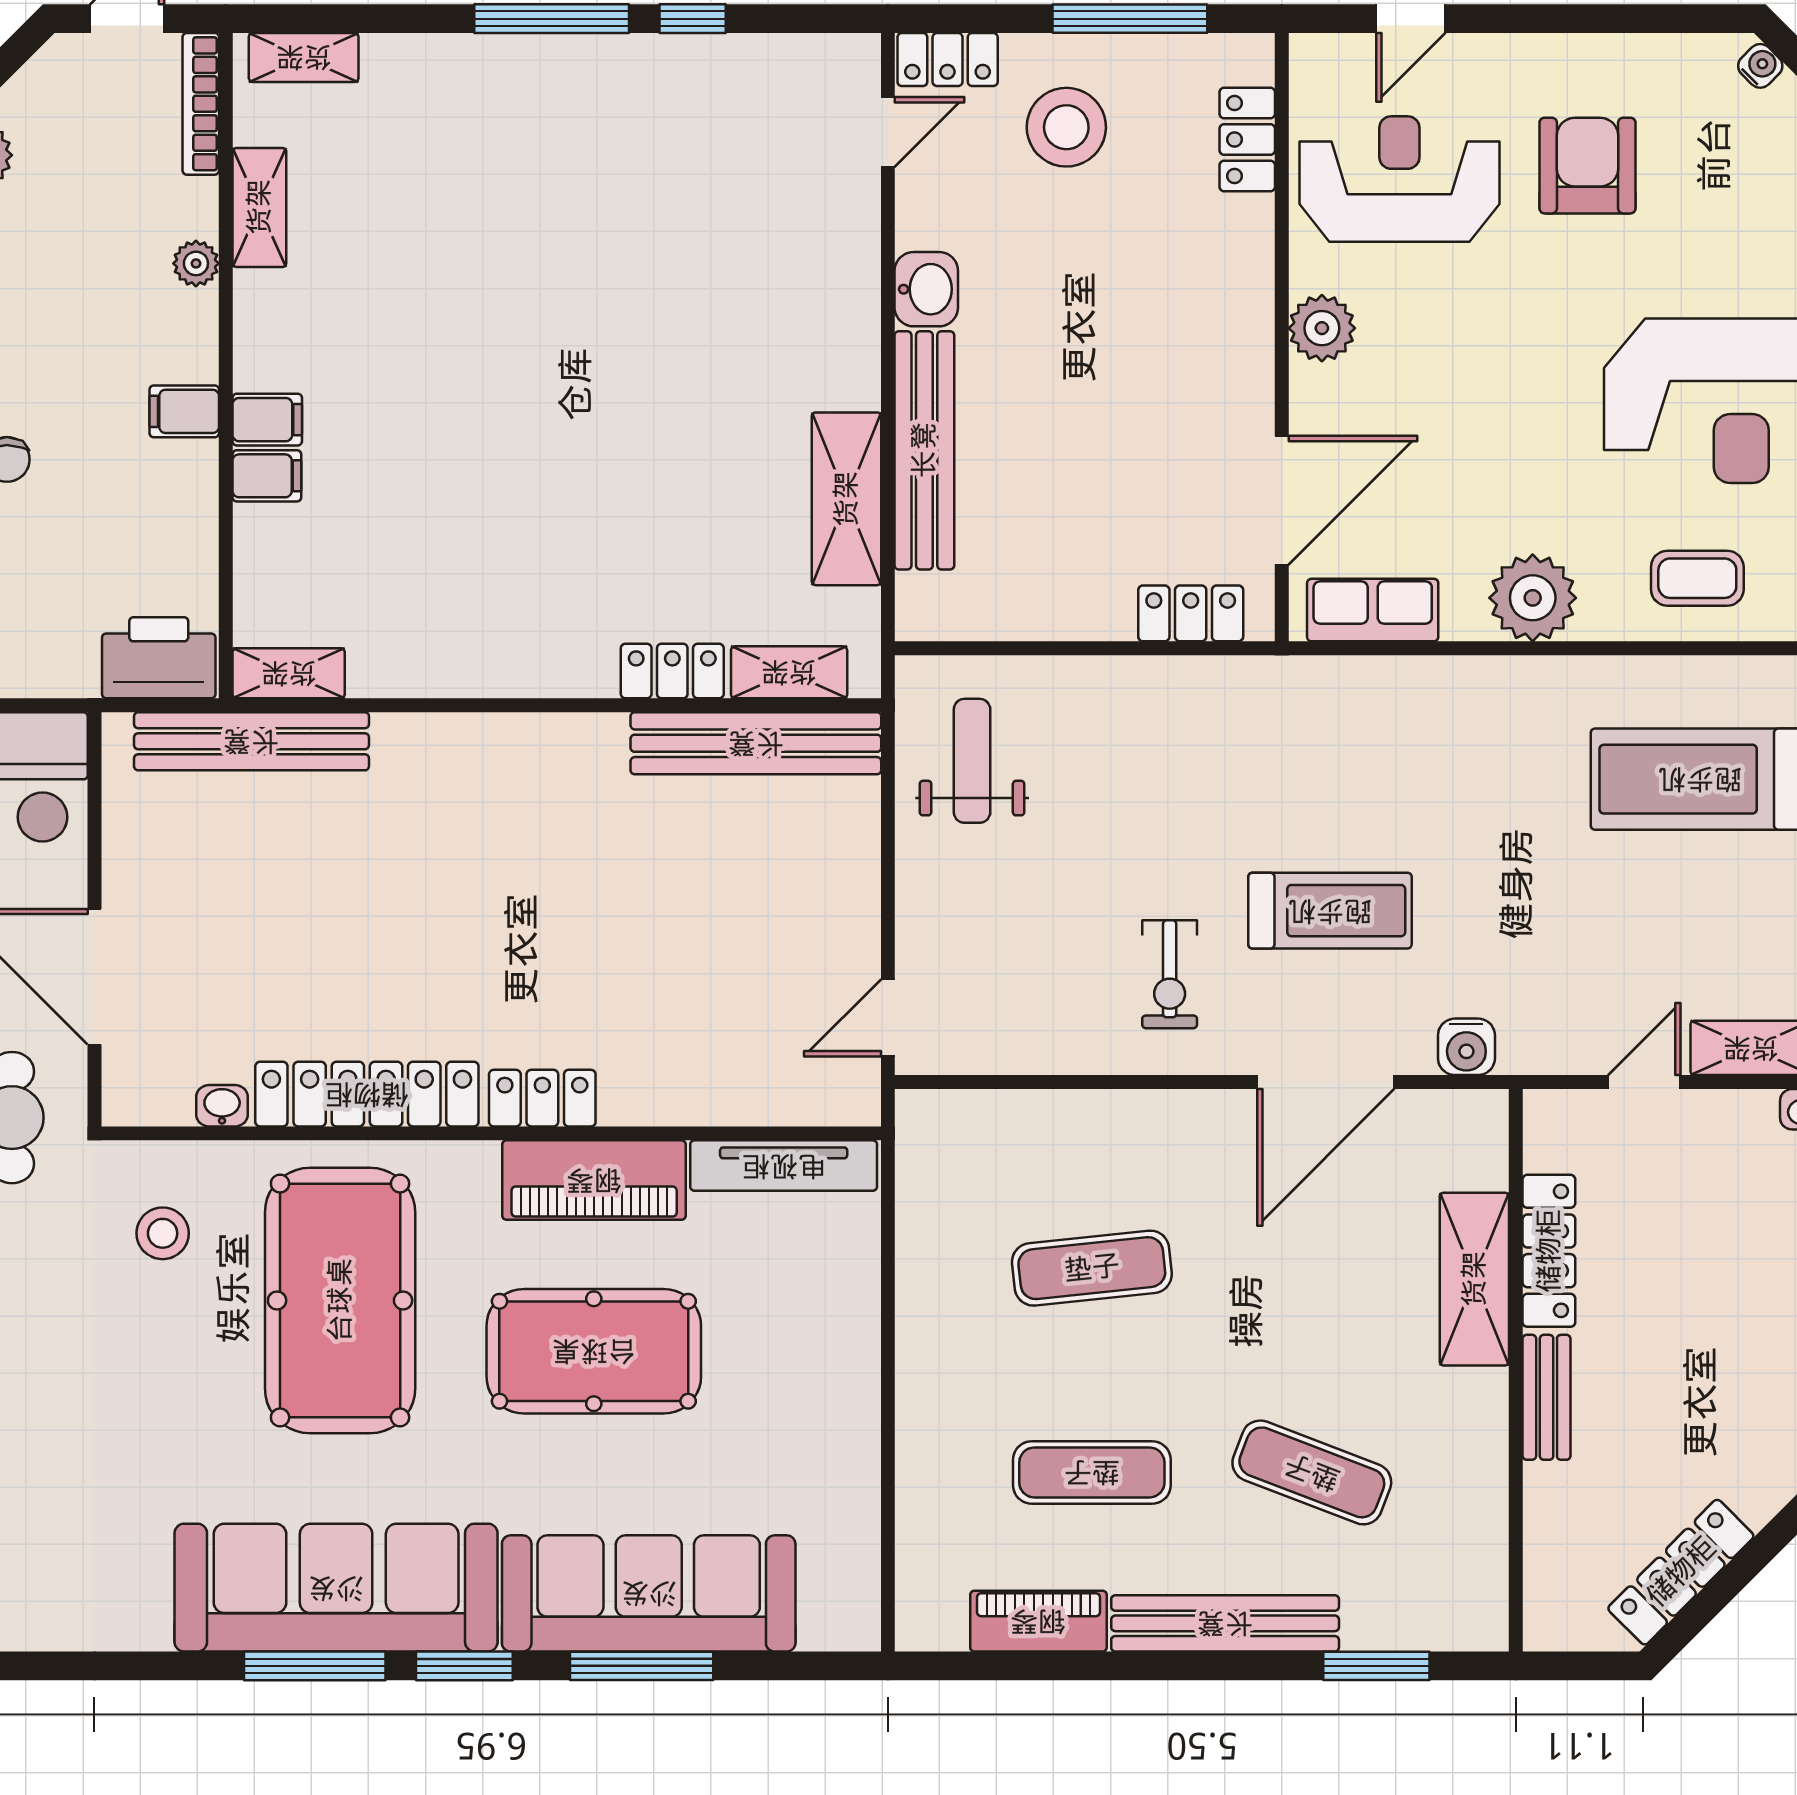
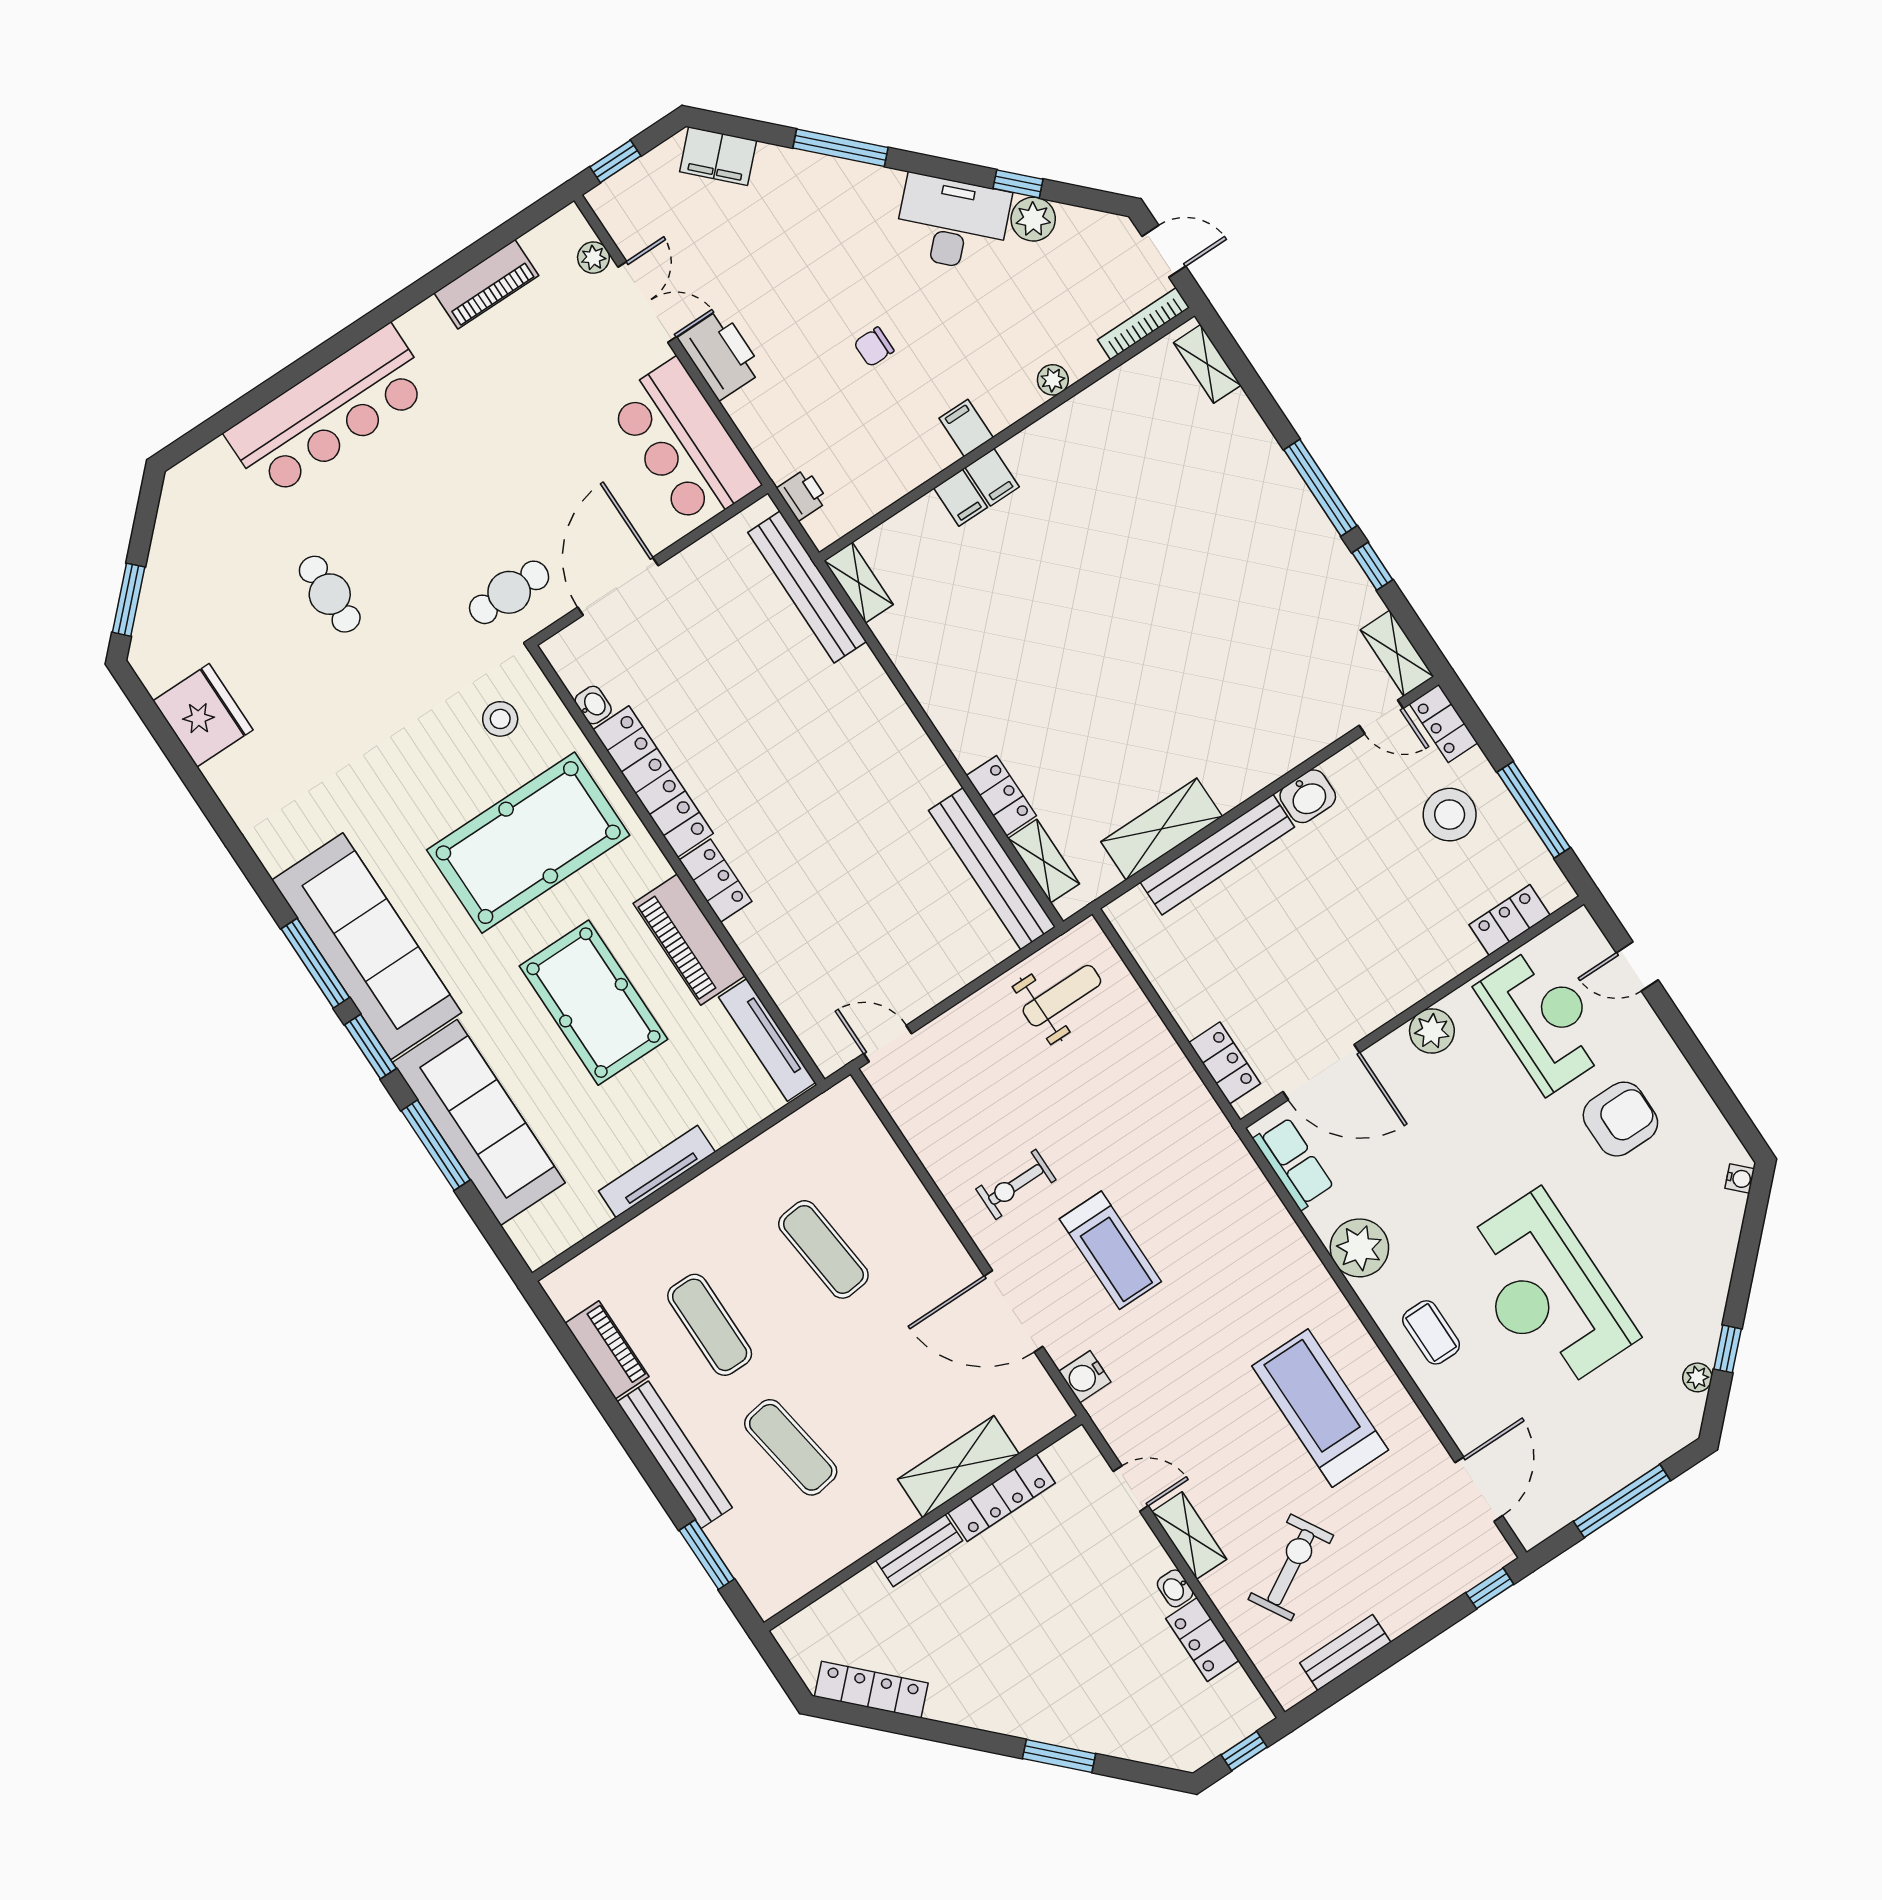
shelving: (259, 207) -> (1397, 653), moved, turned 90
printer: (159, 658) -> (802, 495), width x0.53, depth x0.68
tv unit: (857, 1411) -> (657, 1171), added
exercise mat: (1312, 1472) -> (791, 1447), turned -30

